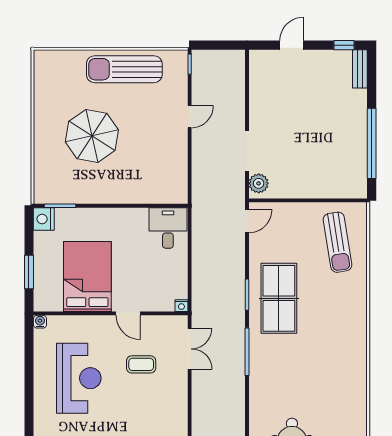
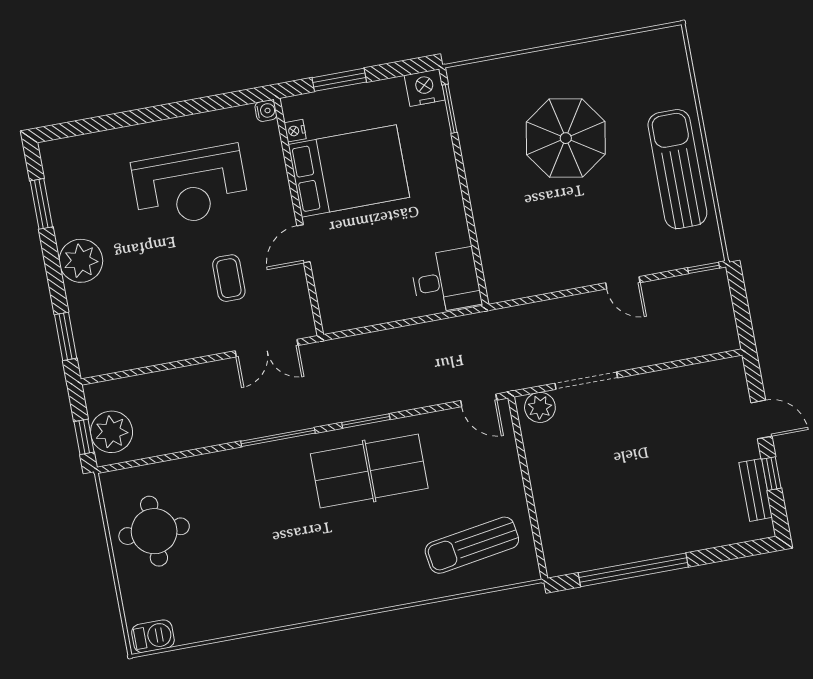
window: (344, 45) -> (771, 474), moved
bench: (360, 69) -> (756, 490), moved, turned 90
nightstand: (181, 306) -> (295, 131), moved

